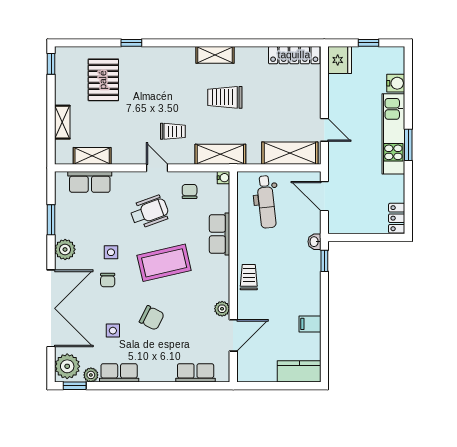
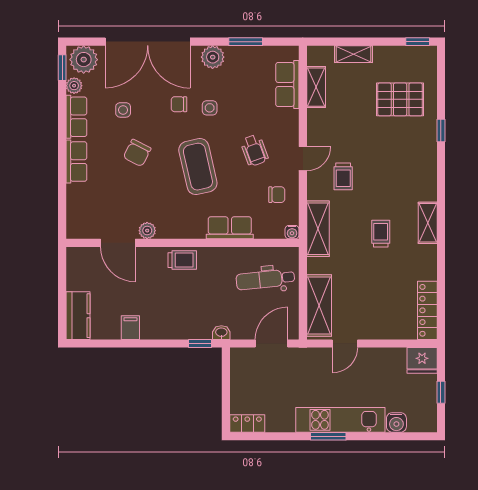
trolley: (225, 97) -> (381, 234), width x0.73, depth x0.72
wheelchair: (149, 212) -> (254, 150), width x0.73, depth x0.73
row of seats: (196, 373) -> (76, 162), moved

